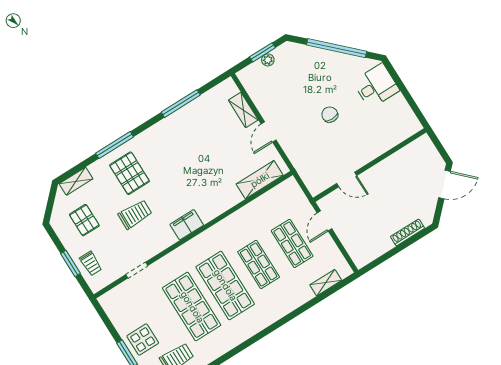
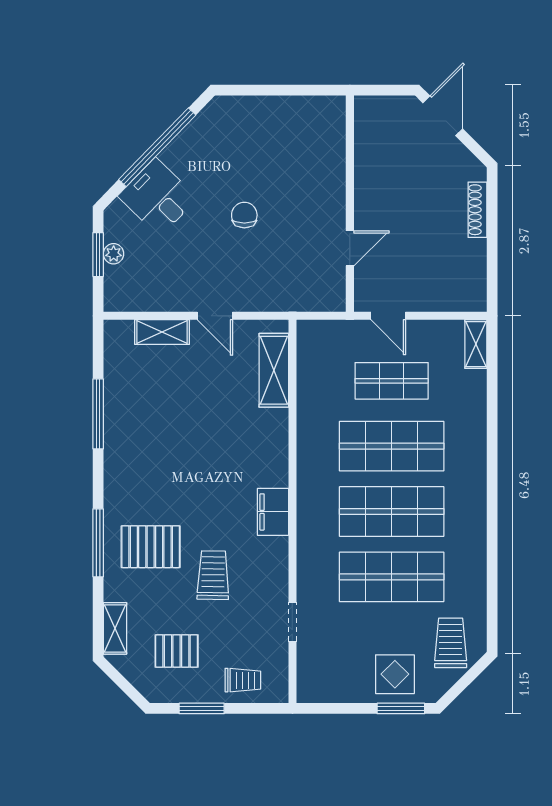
desk: (376, 86) -> (158, 197), moved, turned -46
chair: (330, 115) -> (244, 215), turned 90
window: (71, 264) -> (202, 708), moved
shop shelf: (259, 264) -> (392, 446), width x1.43, depth x1.36
shelving: (326, 283) -> (476, 344), moved

